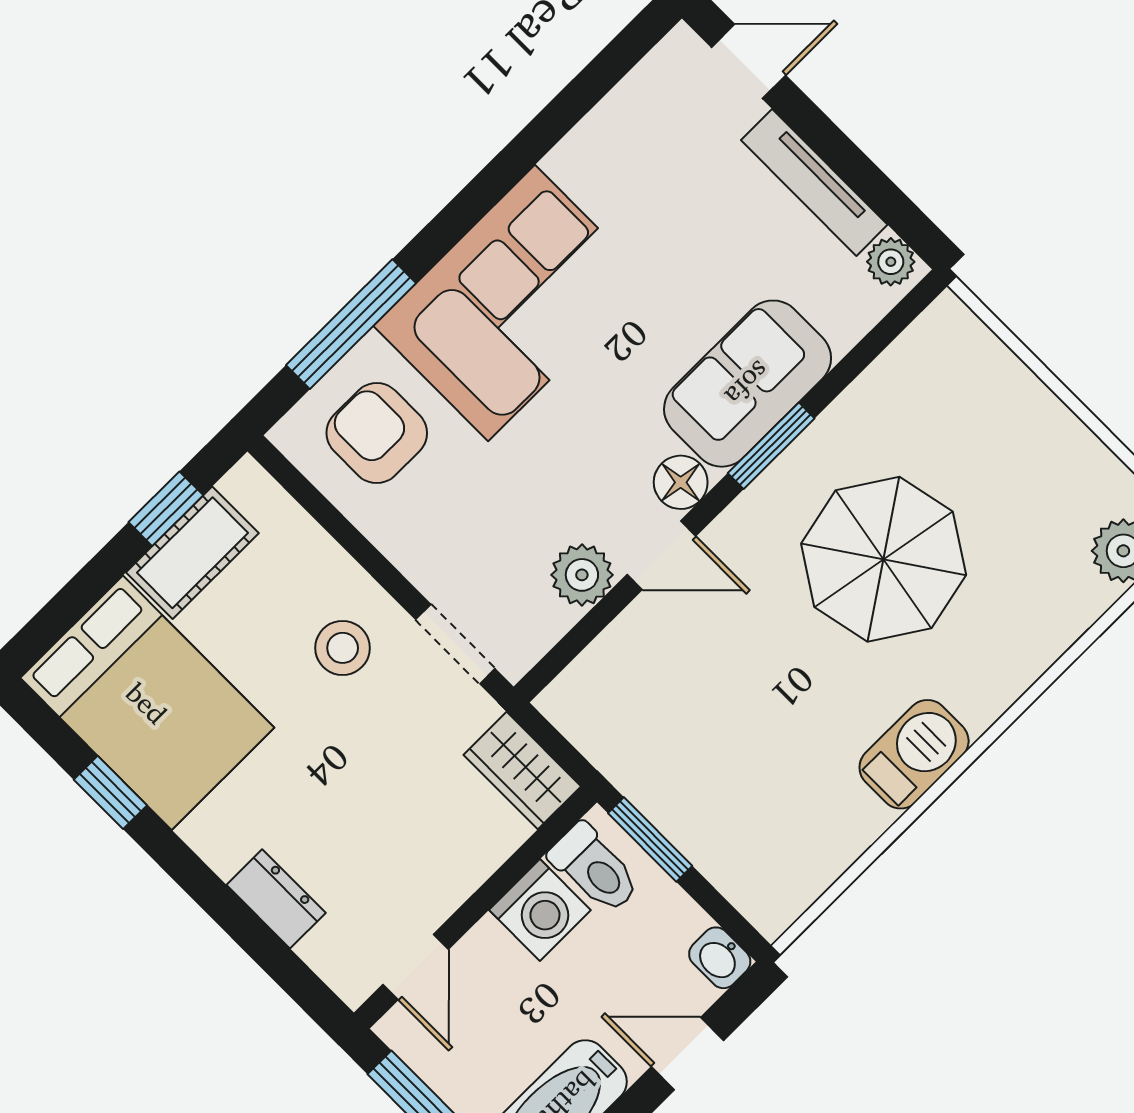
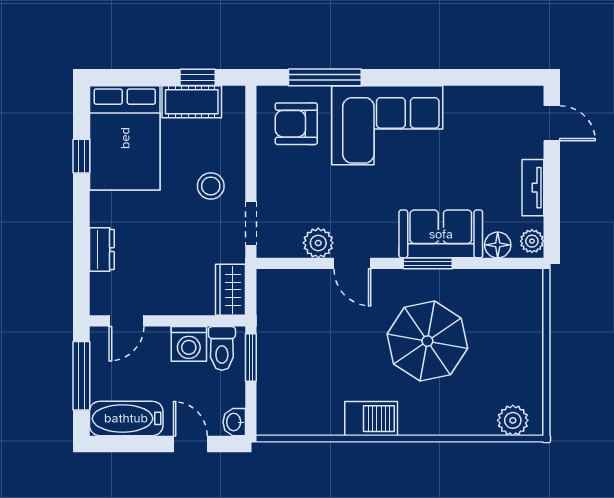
tv unit: (814, 182) -> (533, 188), width x0.71
armchair: (377, 433) -> (296, 124), turned -90
floor lamp: (681, 482) -> (498, 245), moved

